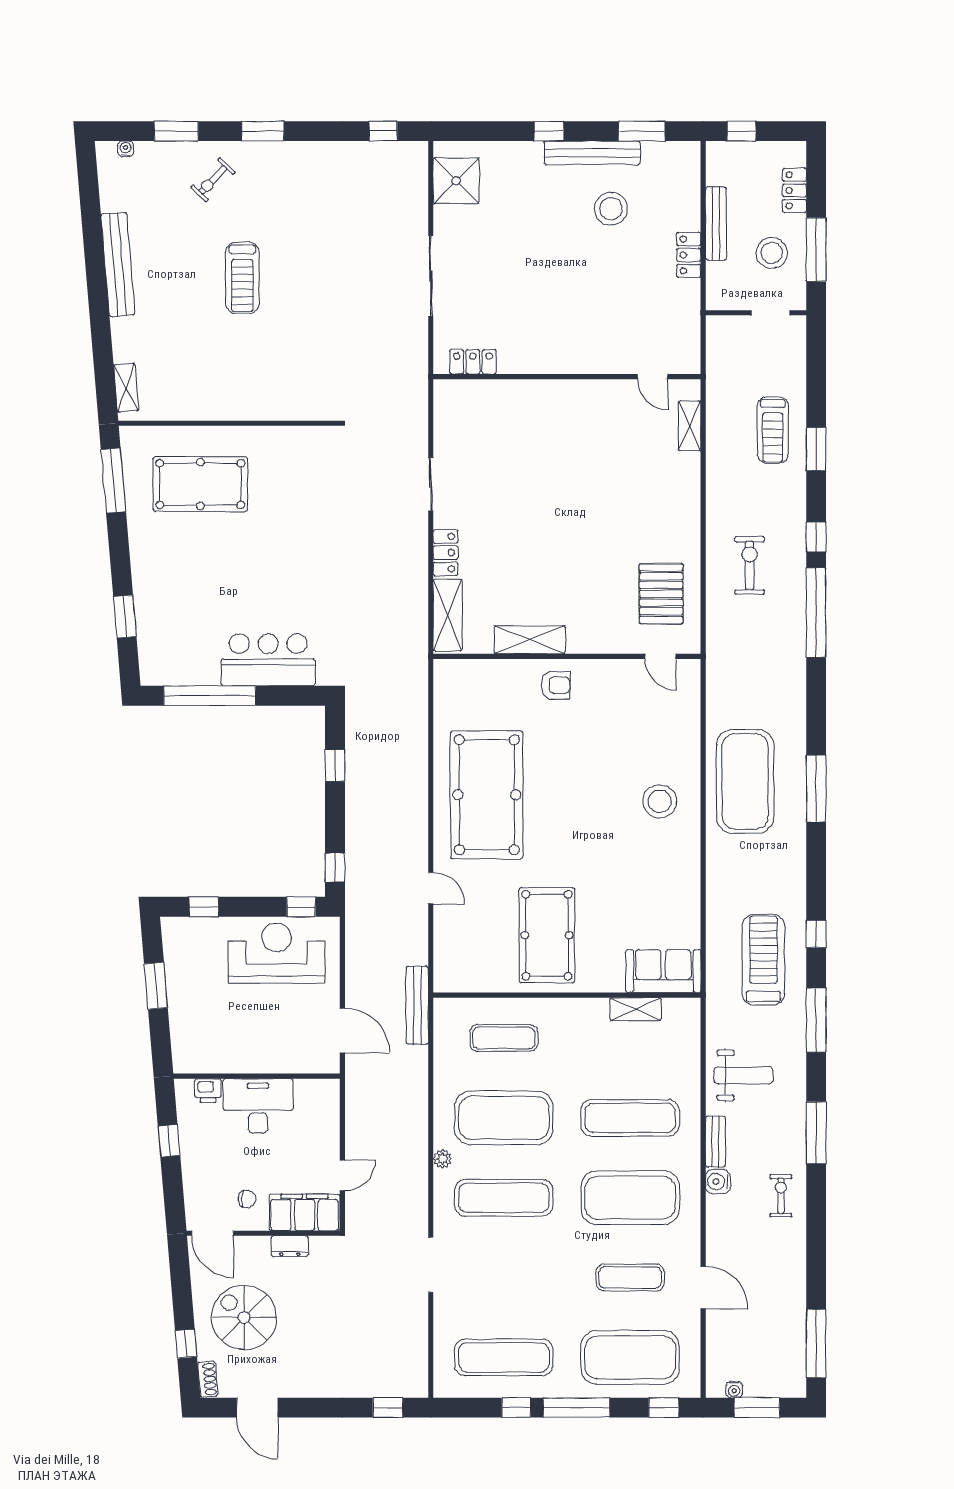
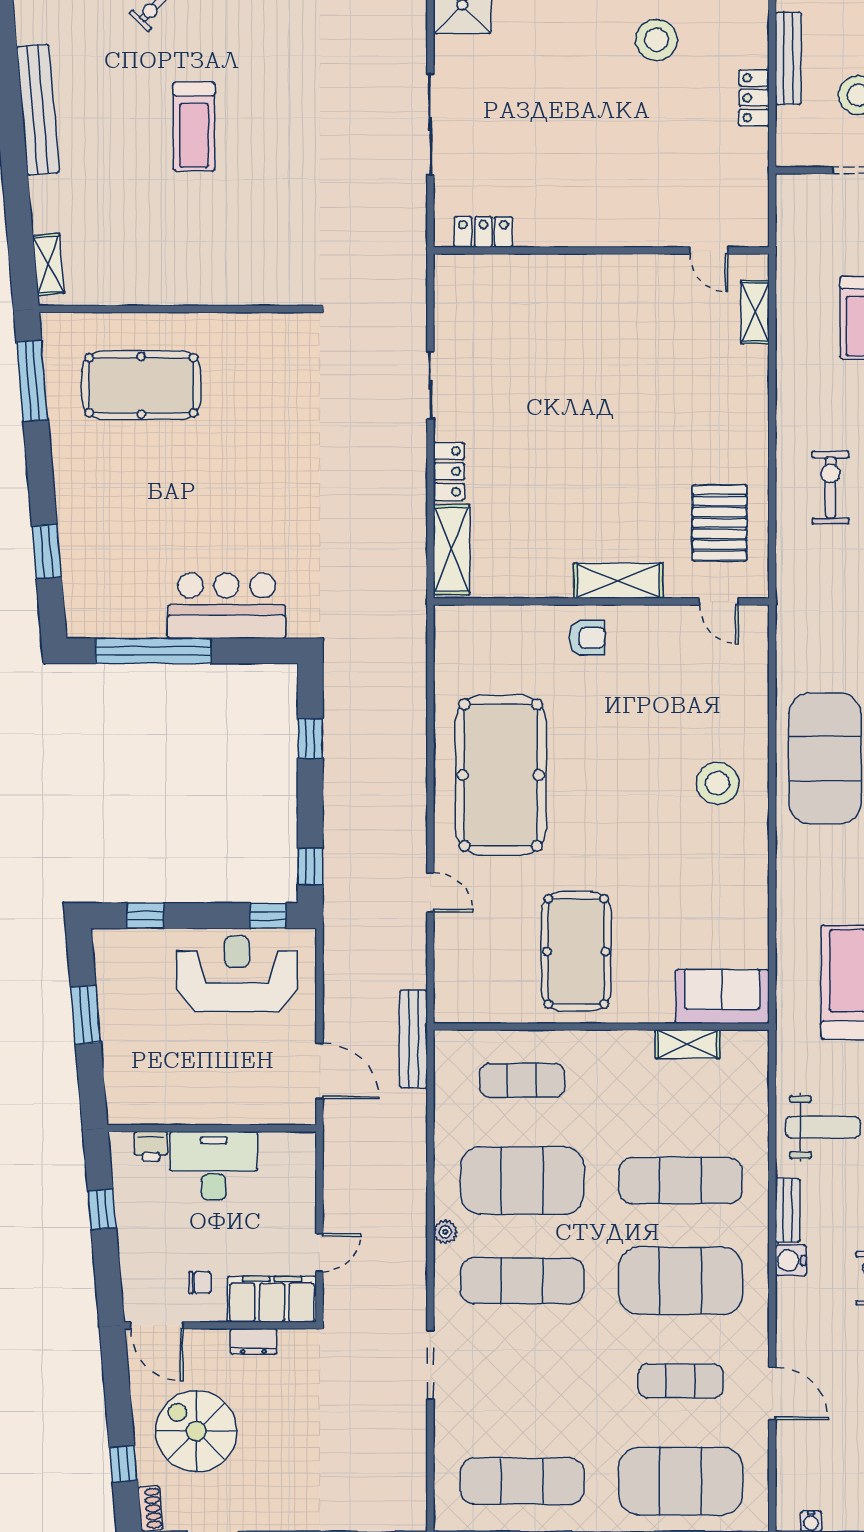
shelving: (530, 640) -> (618, 581), moved

